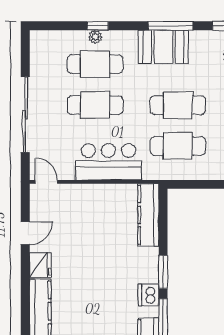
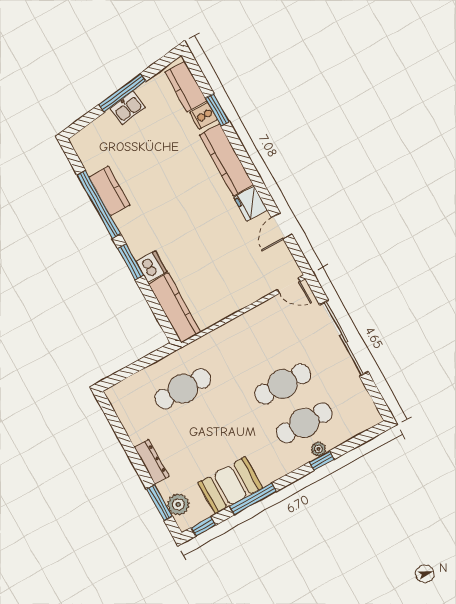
booth: (163, 47) -> (230, 485), moved
cafe table: (178, 105) -> (204, 428), removed
bar counter: (108, 162) -> (240, 337), removed
dishwasher: (148, 295) -> (151, 267), moved

